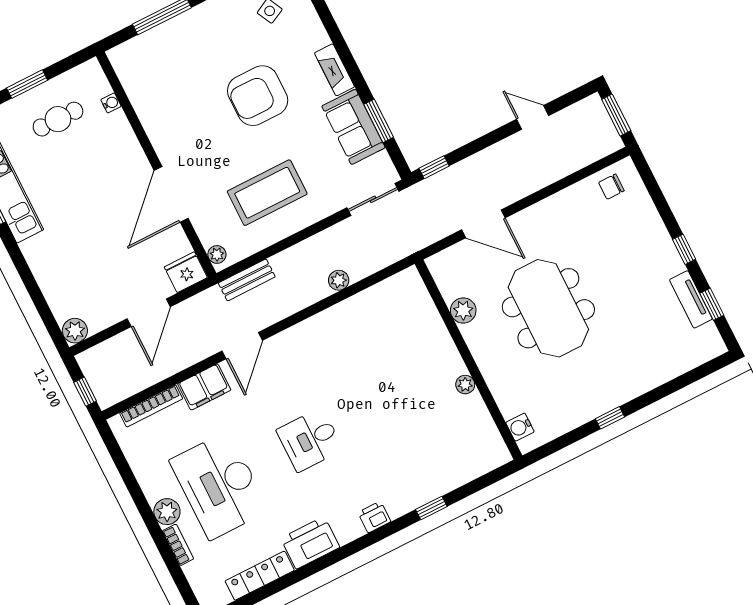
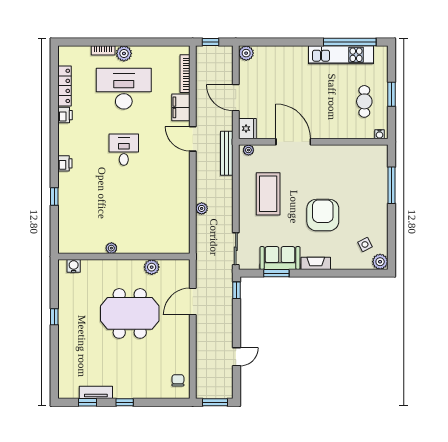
water cooler: (111, 103) -> (380, 134), moved
bench: (247, 280) -> (227, 153), width x1.36
printer: (310, 543) -> (65, 115), width x0.53, depth x0.68

